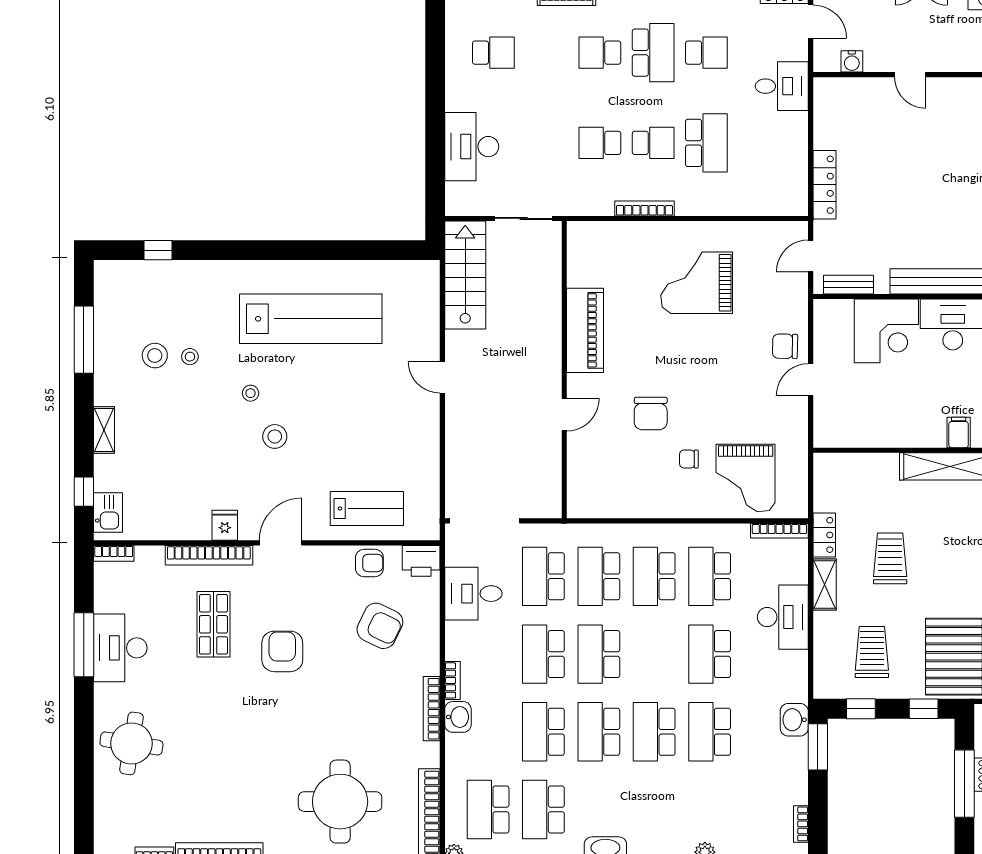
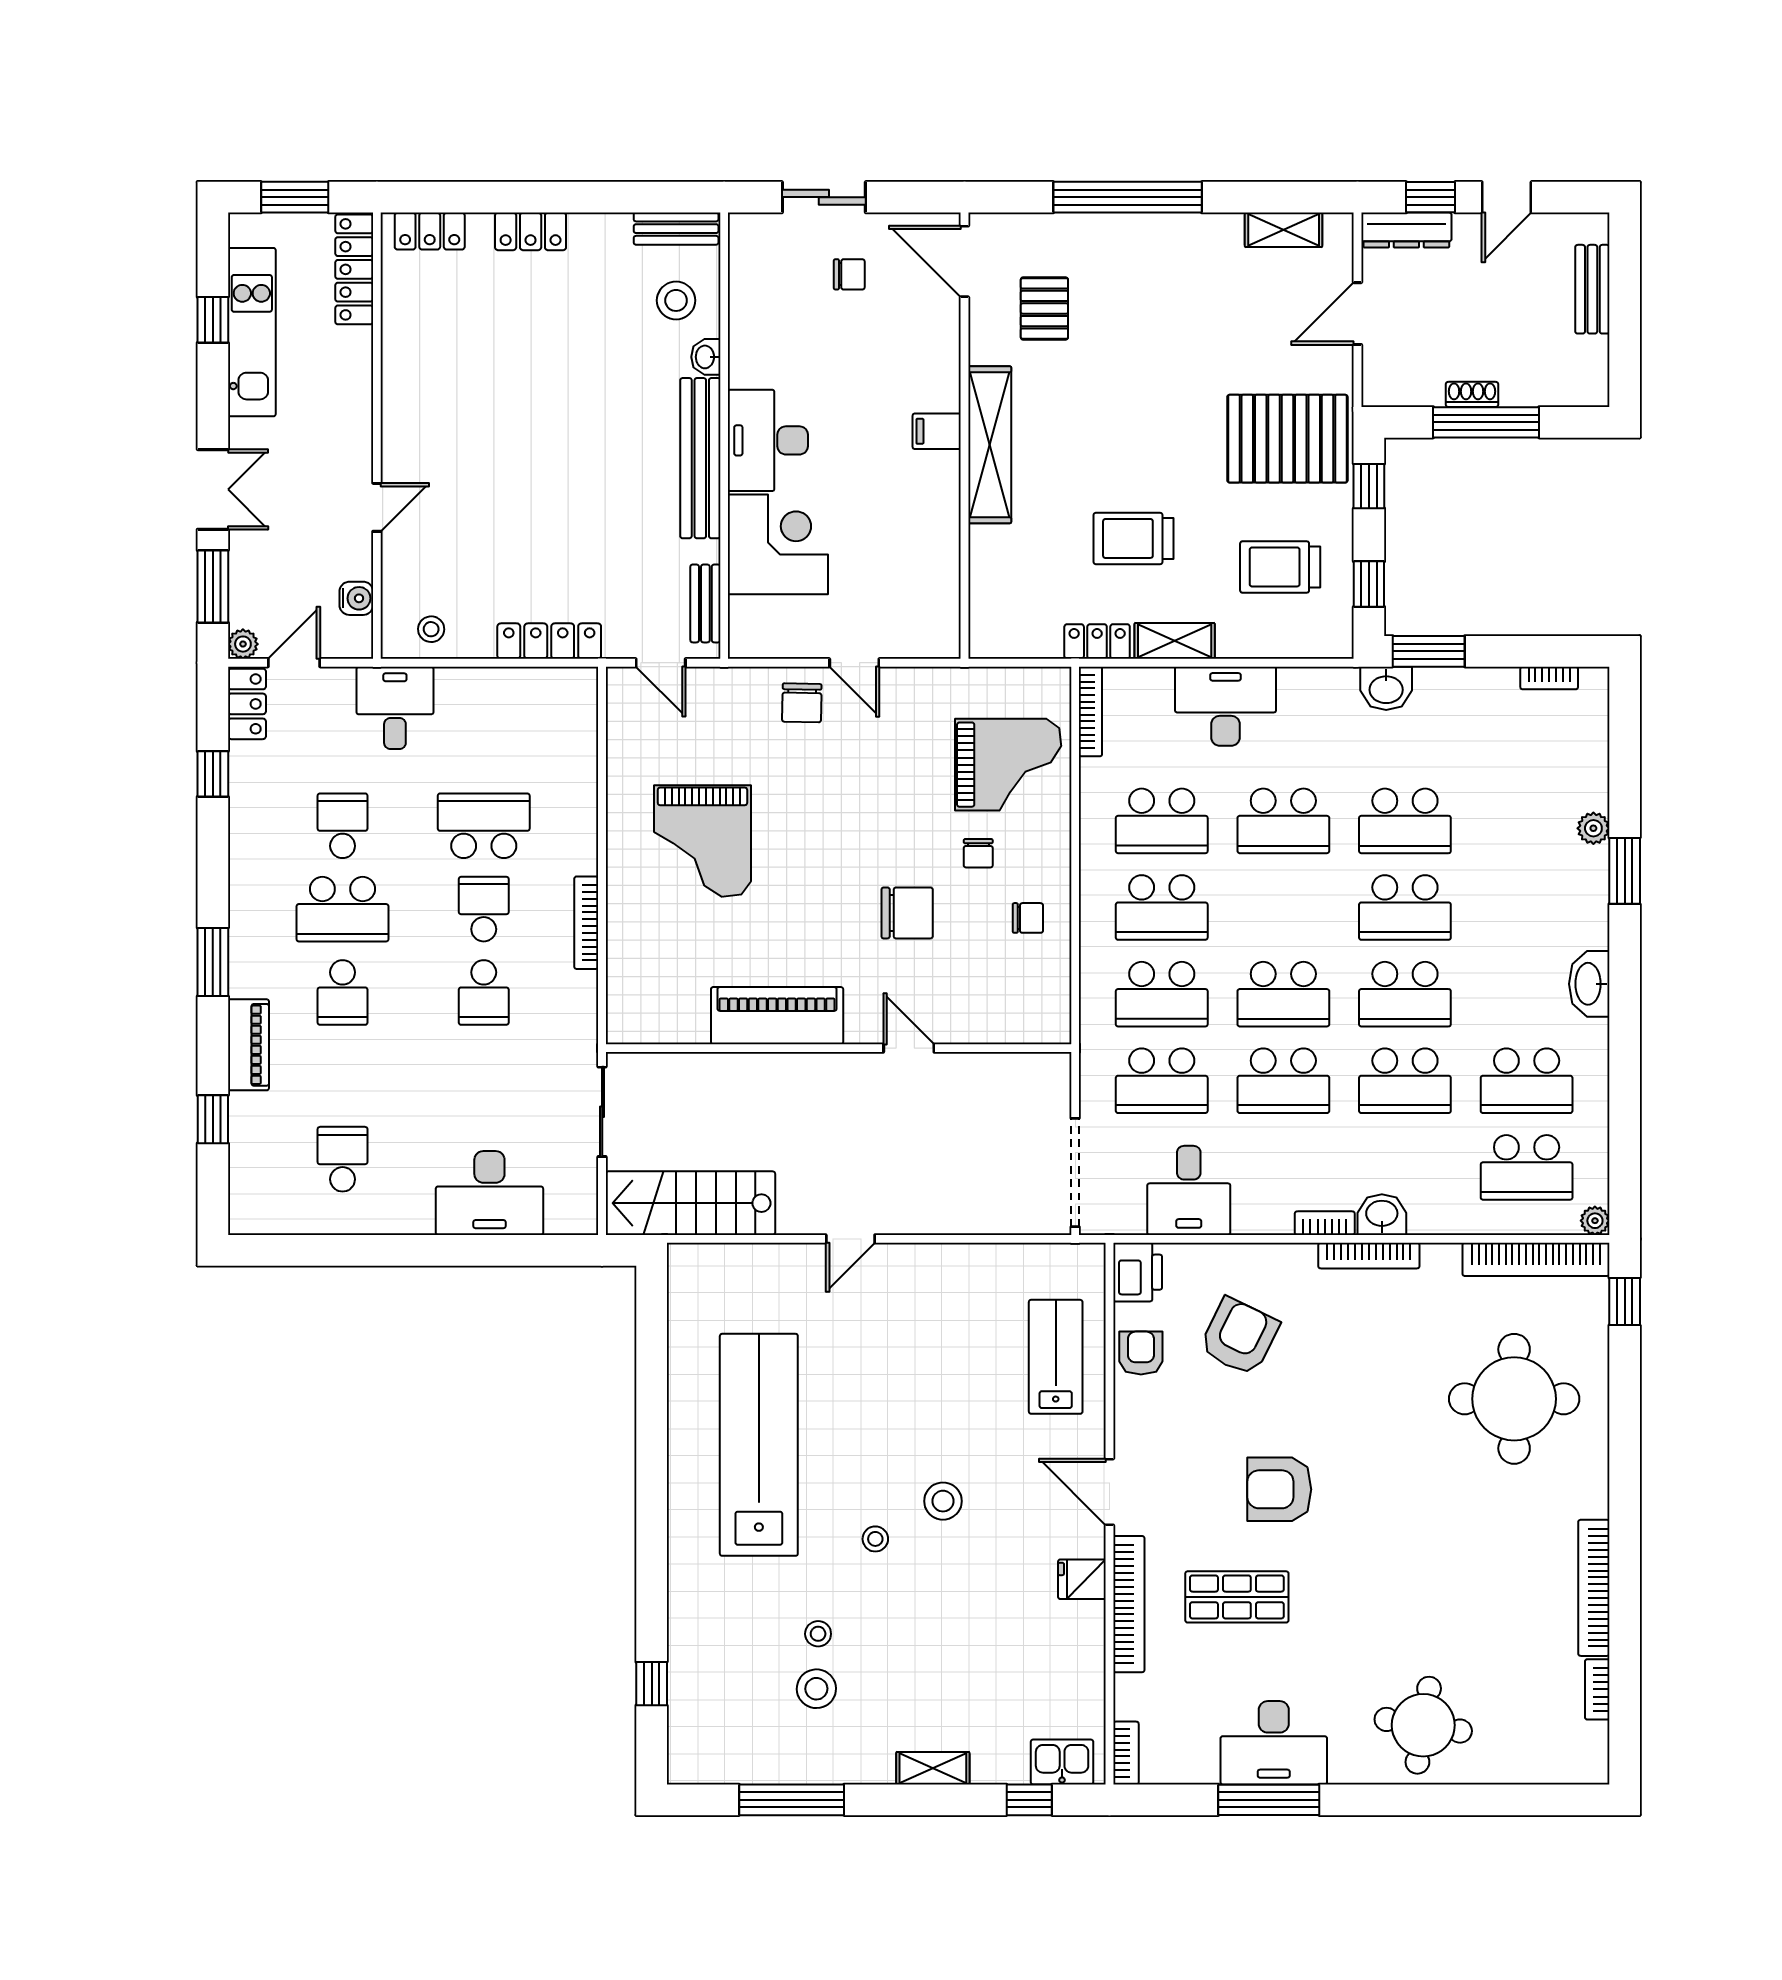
school desk: (653, 53) -> (343, 909), turned 180
stool: (832, 109) -> (431, 629), added
chair: (647, 491) -> (1028, 918), added

